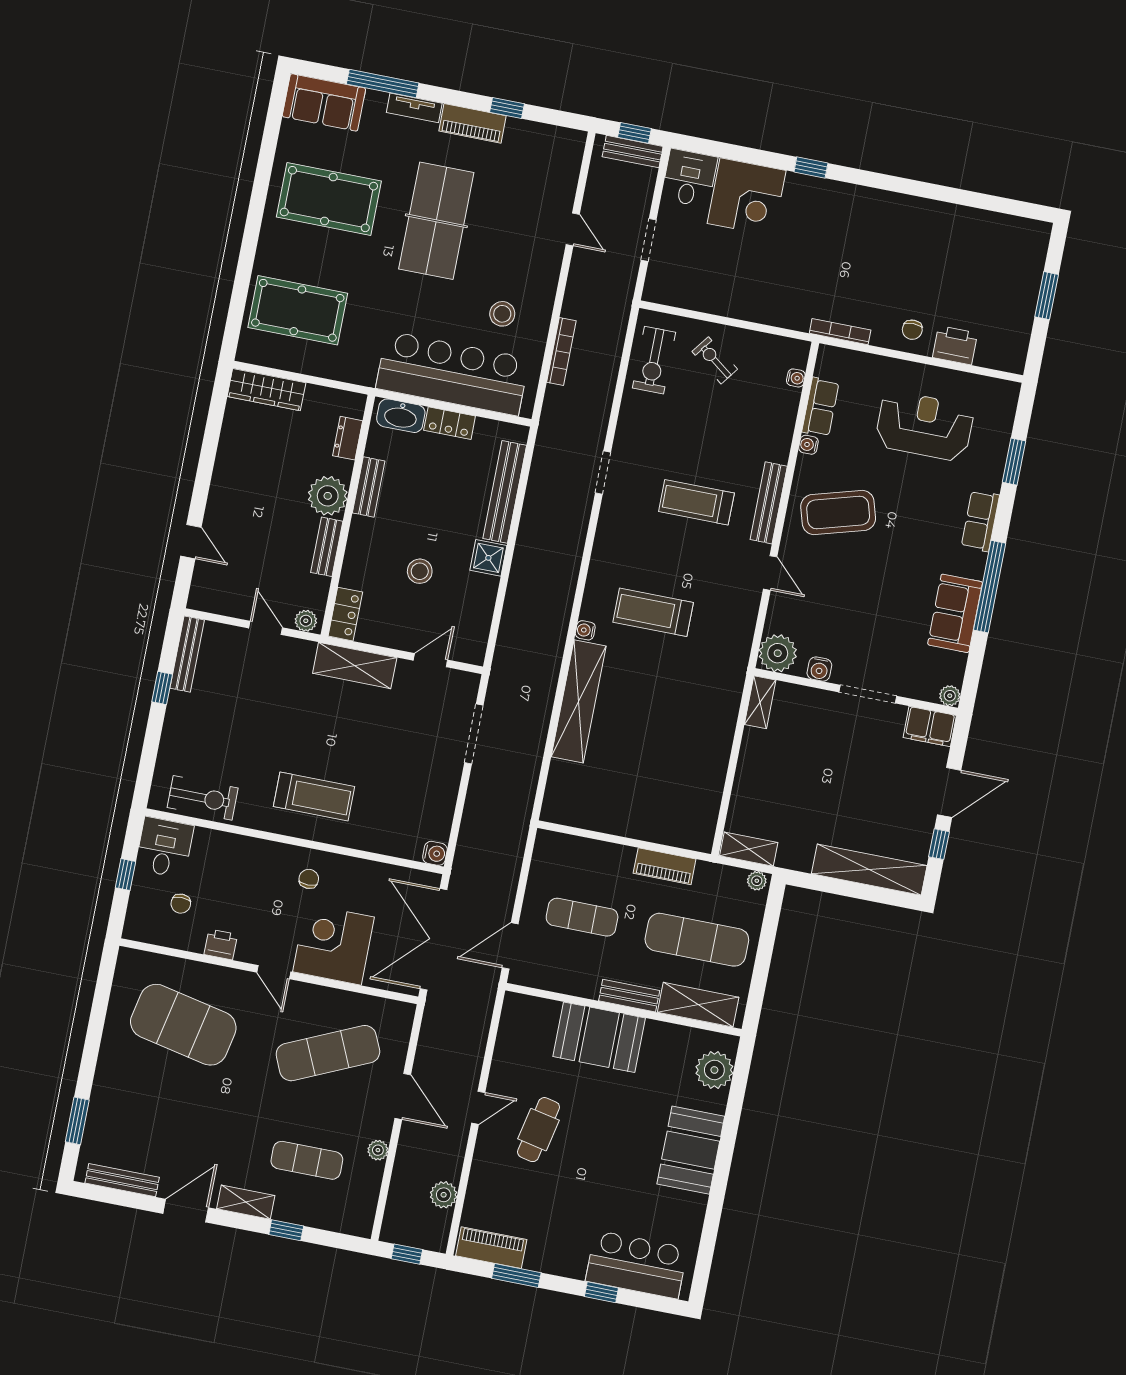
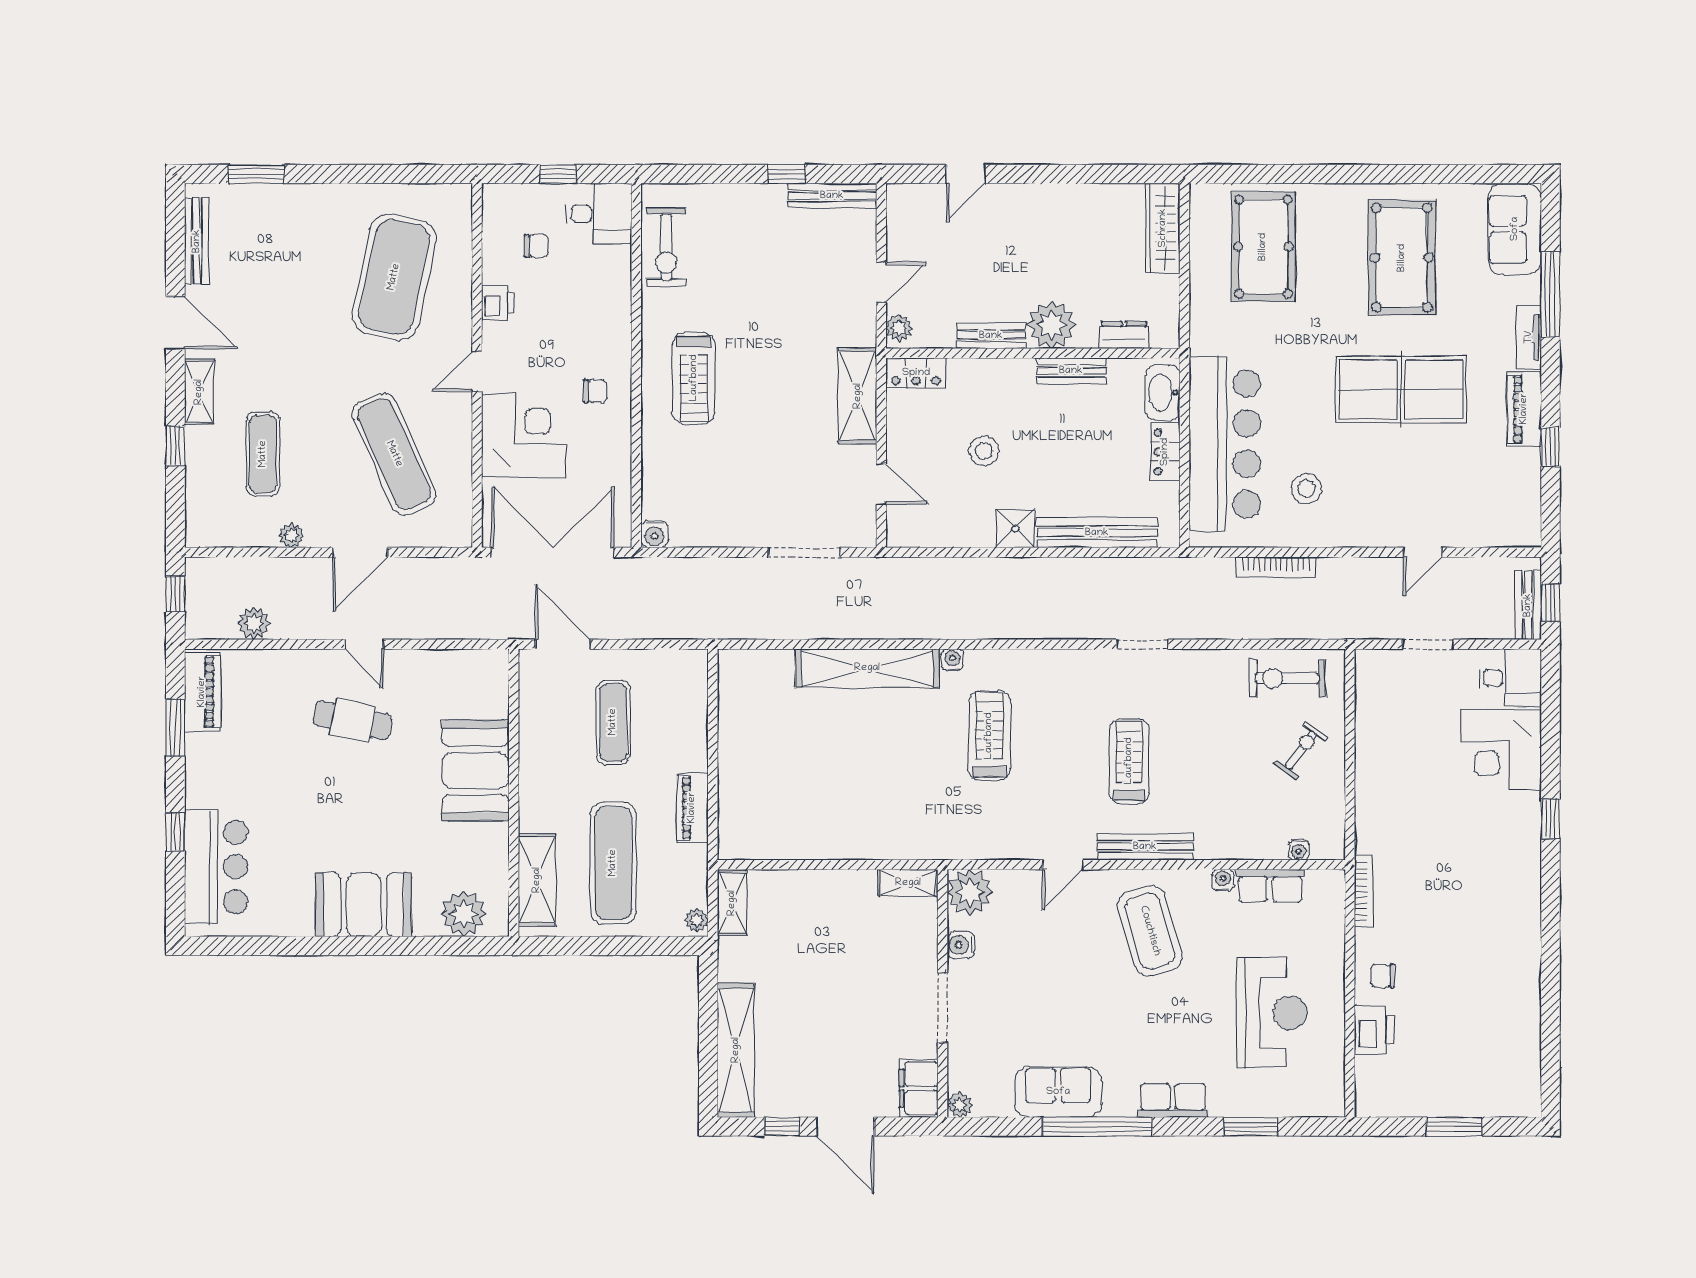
chair: (181, 904) -> (536, 246), turned 180
bench: (629, 996) -> (532, 796), removed

